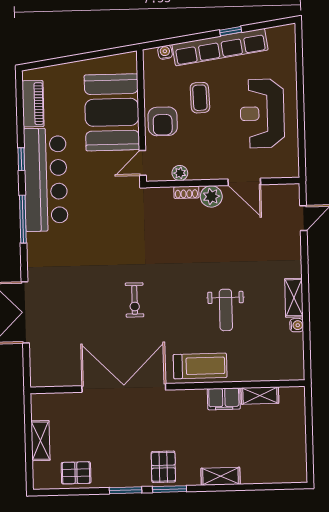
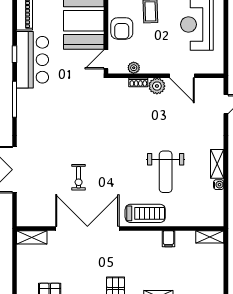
bar counter: (46, 180) -> (33, 60), width x0.73
exercise bike: (135, 300) -> (79, 177), moved
weight bench: (226, 310) -> (166, 172), width x1.36, depth x1.33
shelving: (260, 396) -> (210, 237), moved
filing cabinet: (224, 399) -> (168, 239), width x0.50
shelving: (40, 441) -> (32, 237), moved, turned 90

